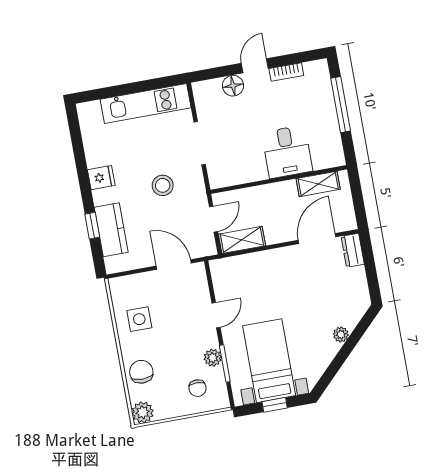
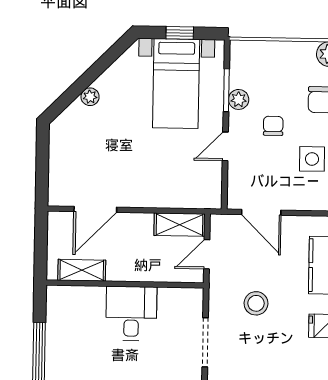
desk: (287, 152) -> (131, 314), moved
dresser: (353, 250) -> (58, 188), removed
chair: (197, 388) -> (273, 126), moved

